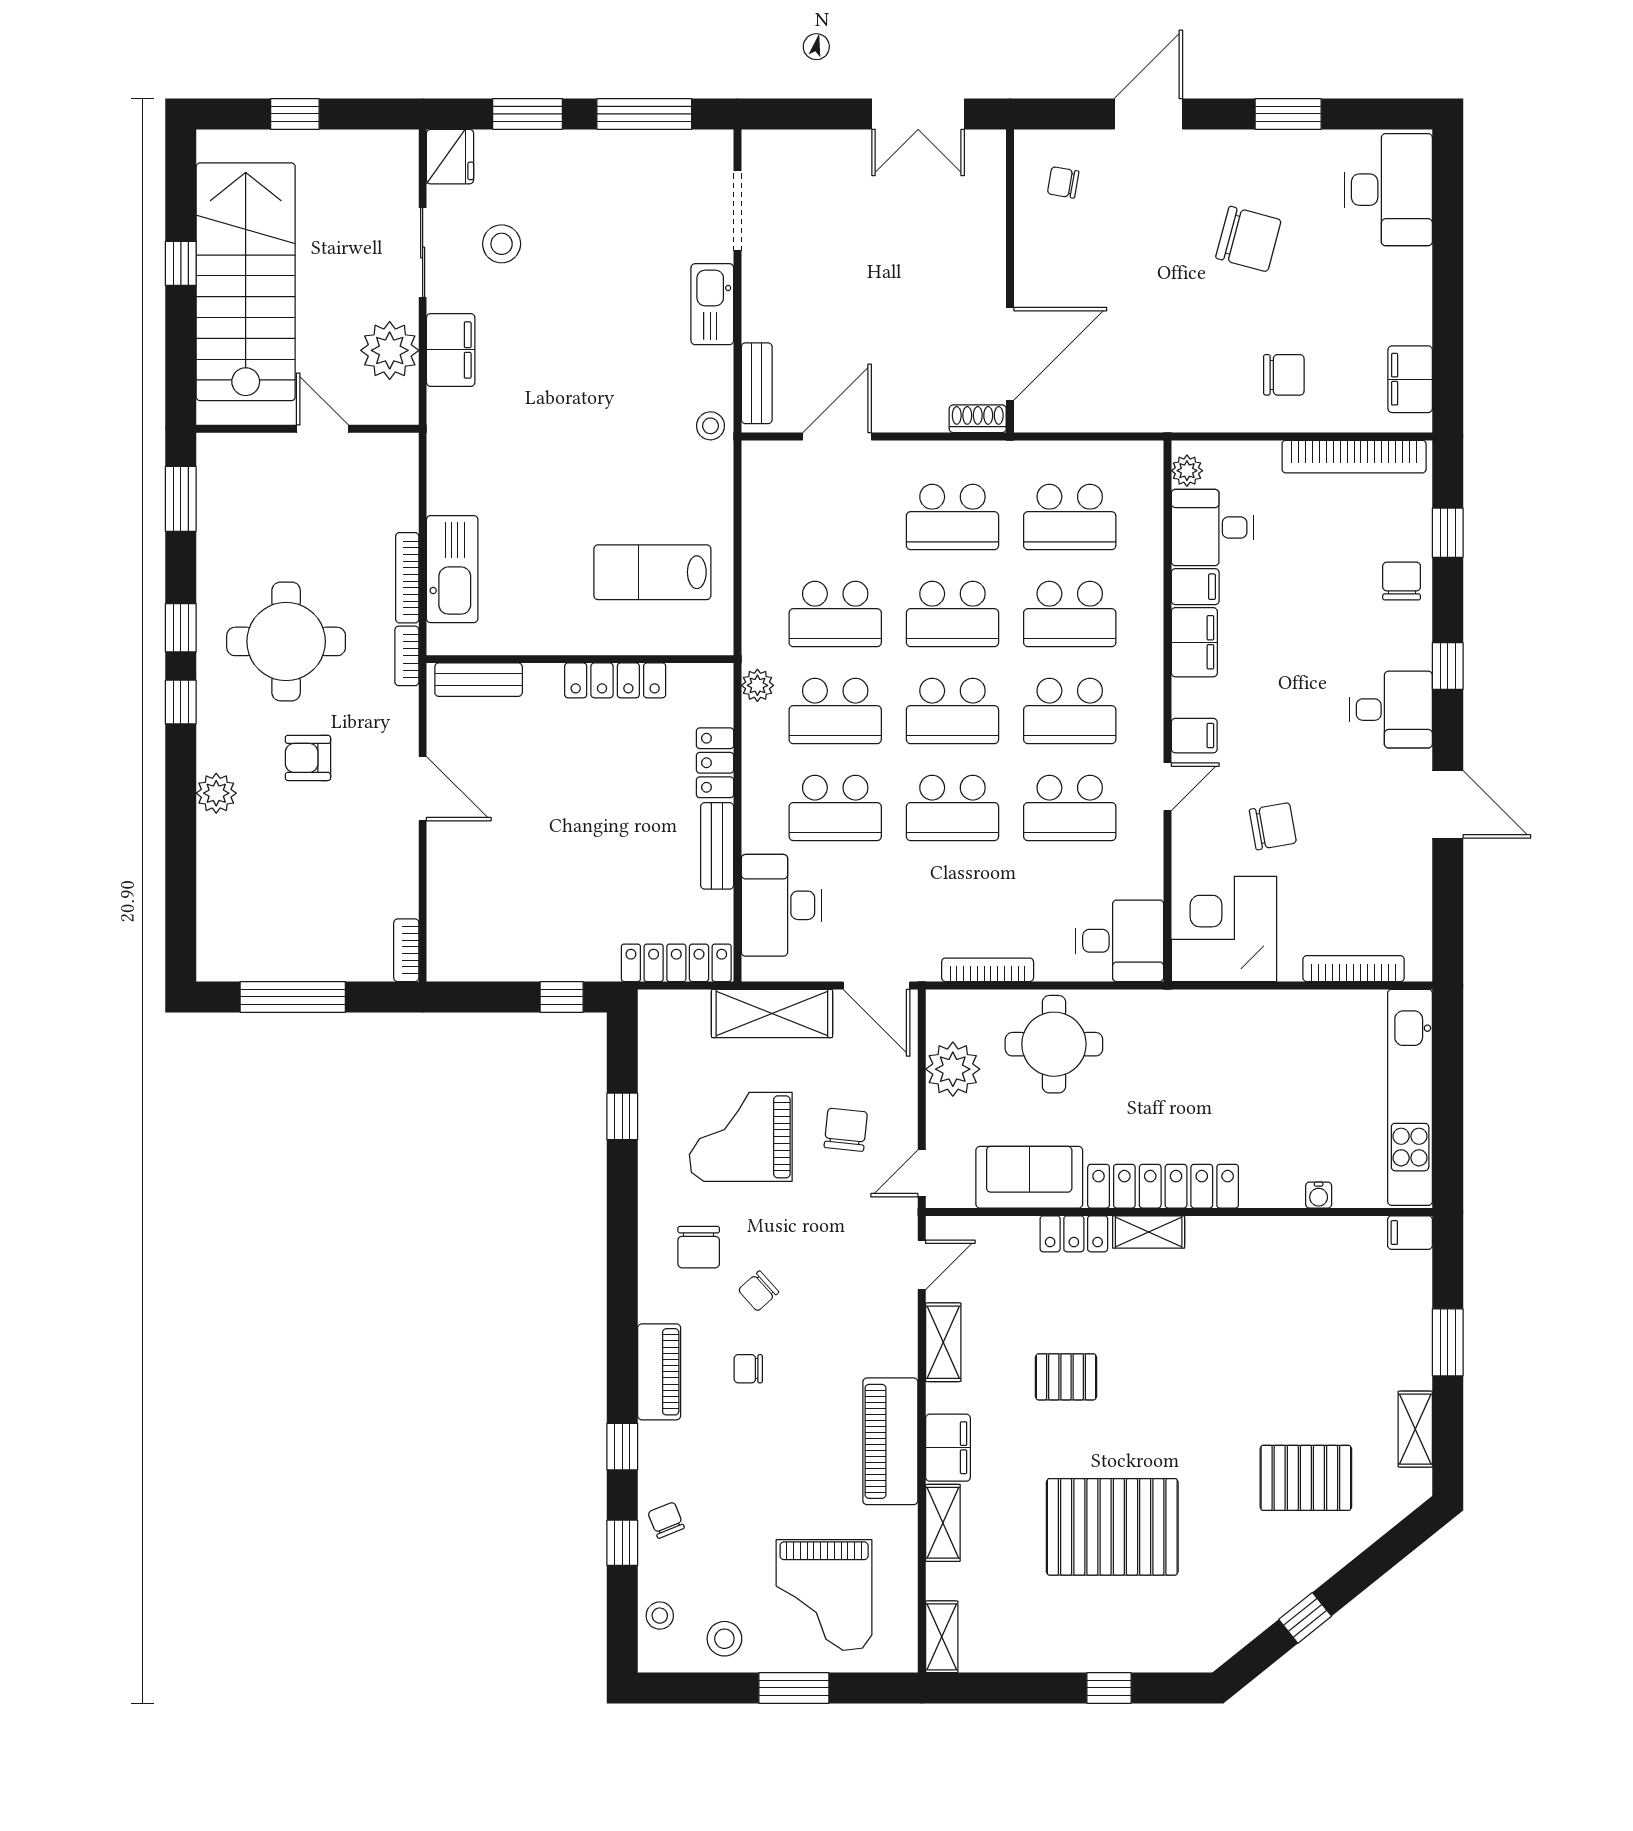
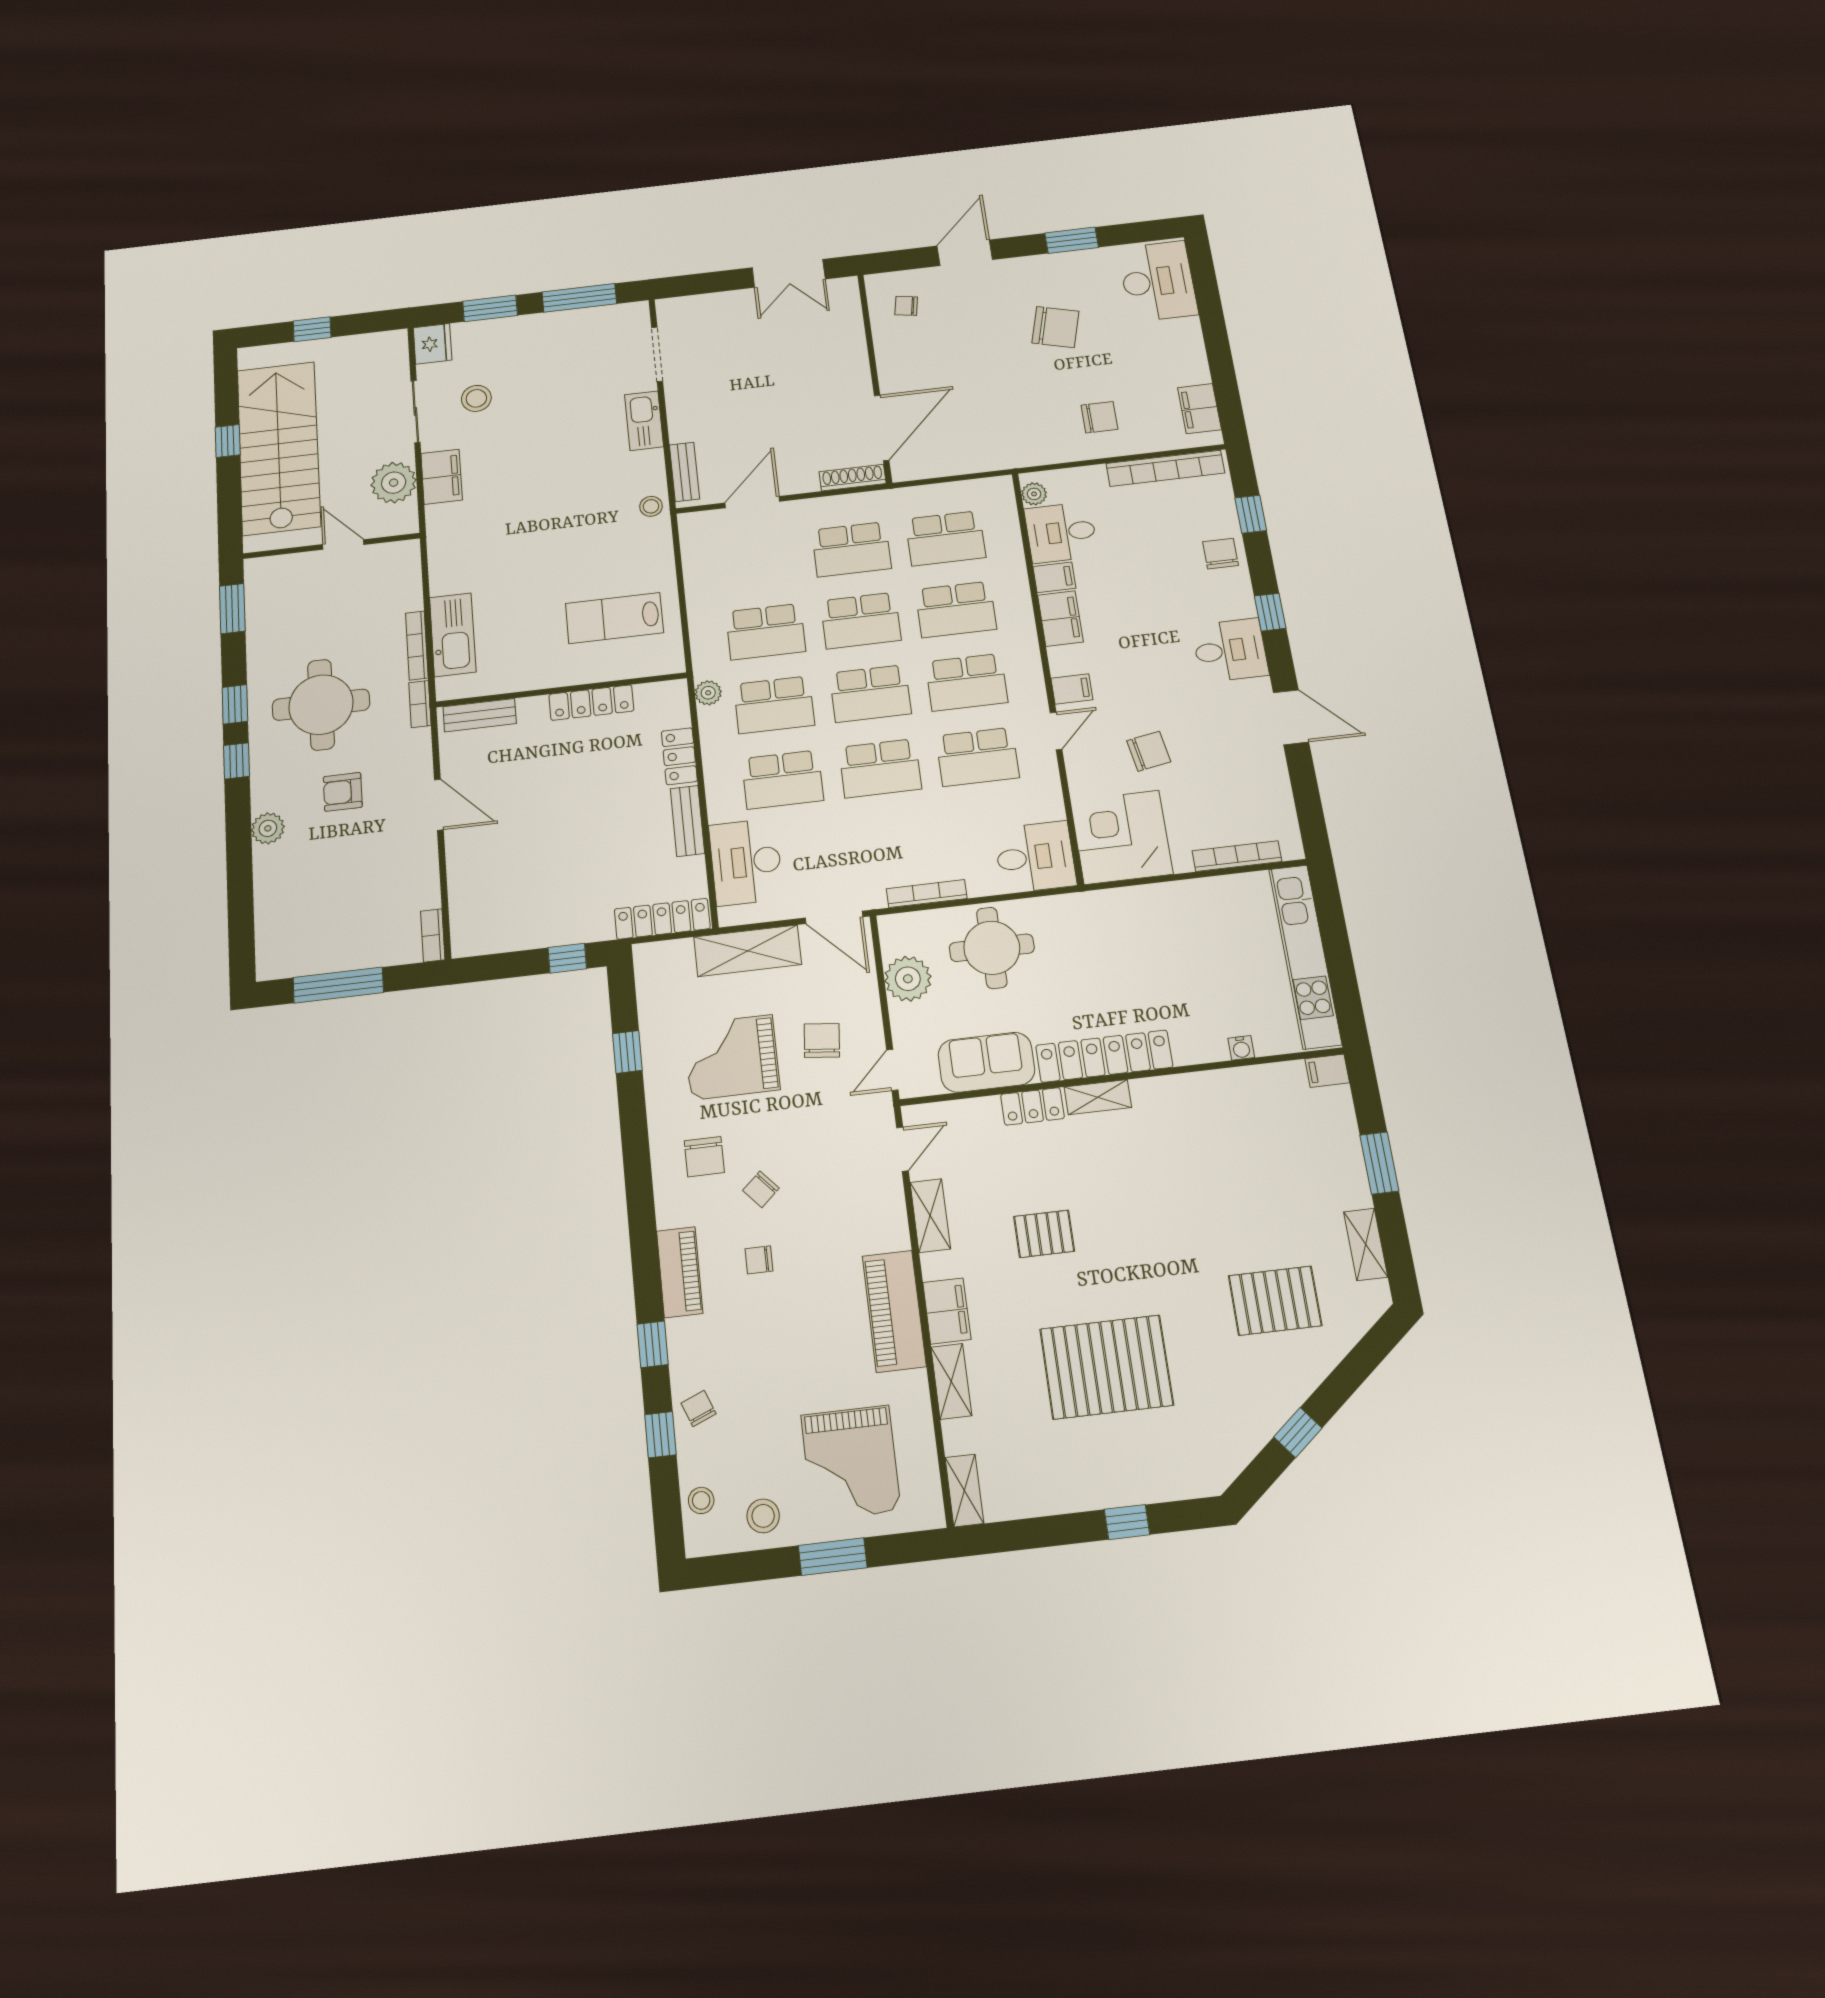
shoe rack: (978, 419) -> (853, 478), width x1.43

